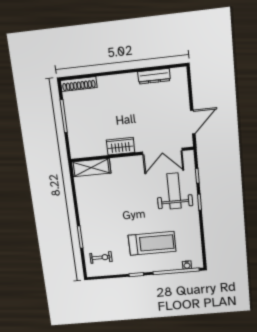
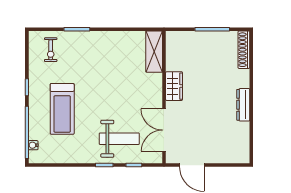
dresser: (154, 76) -> (243, 105), moved

